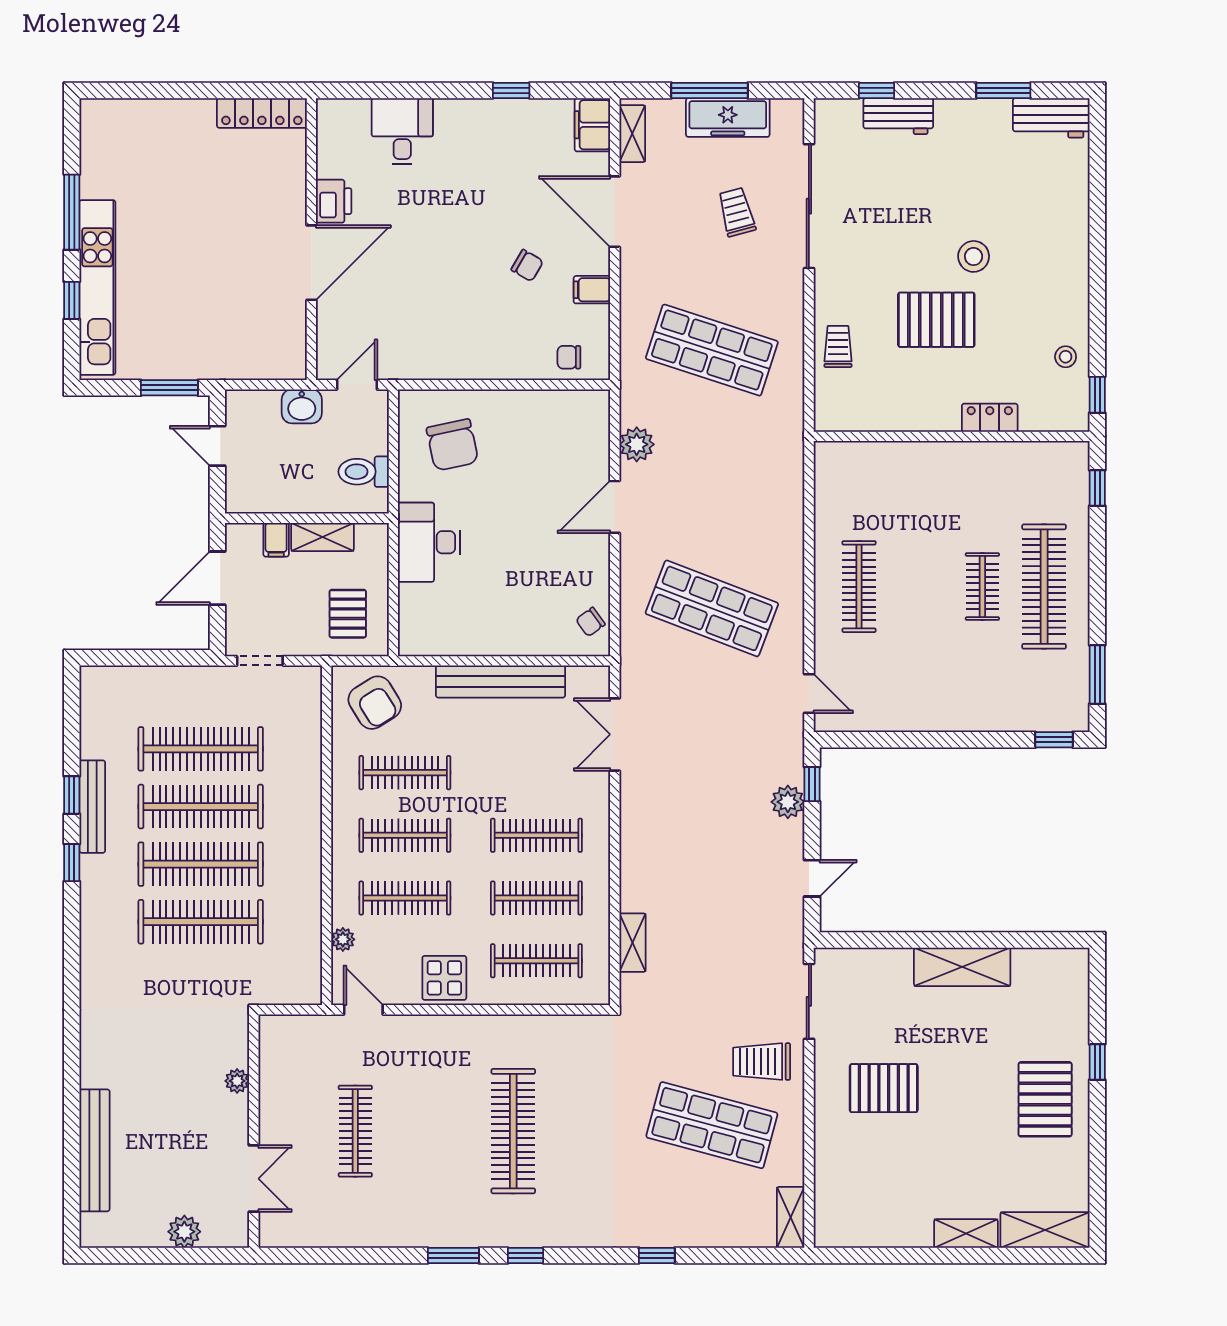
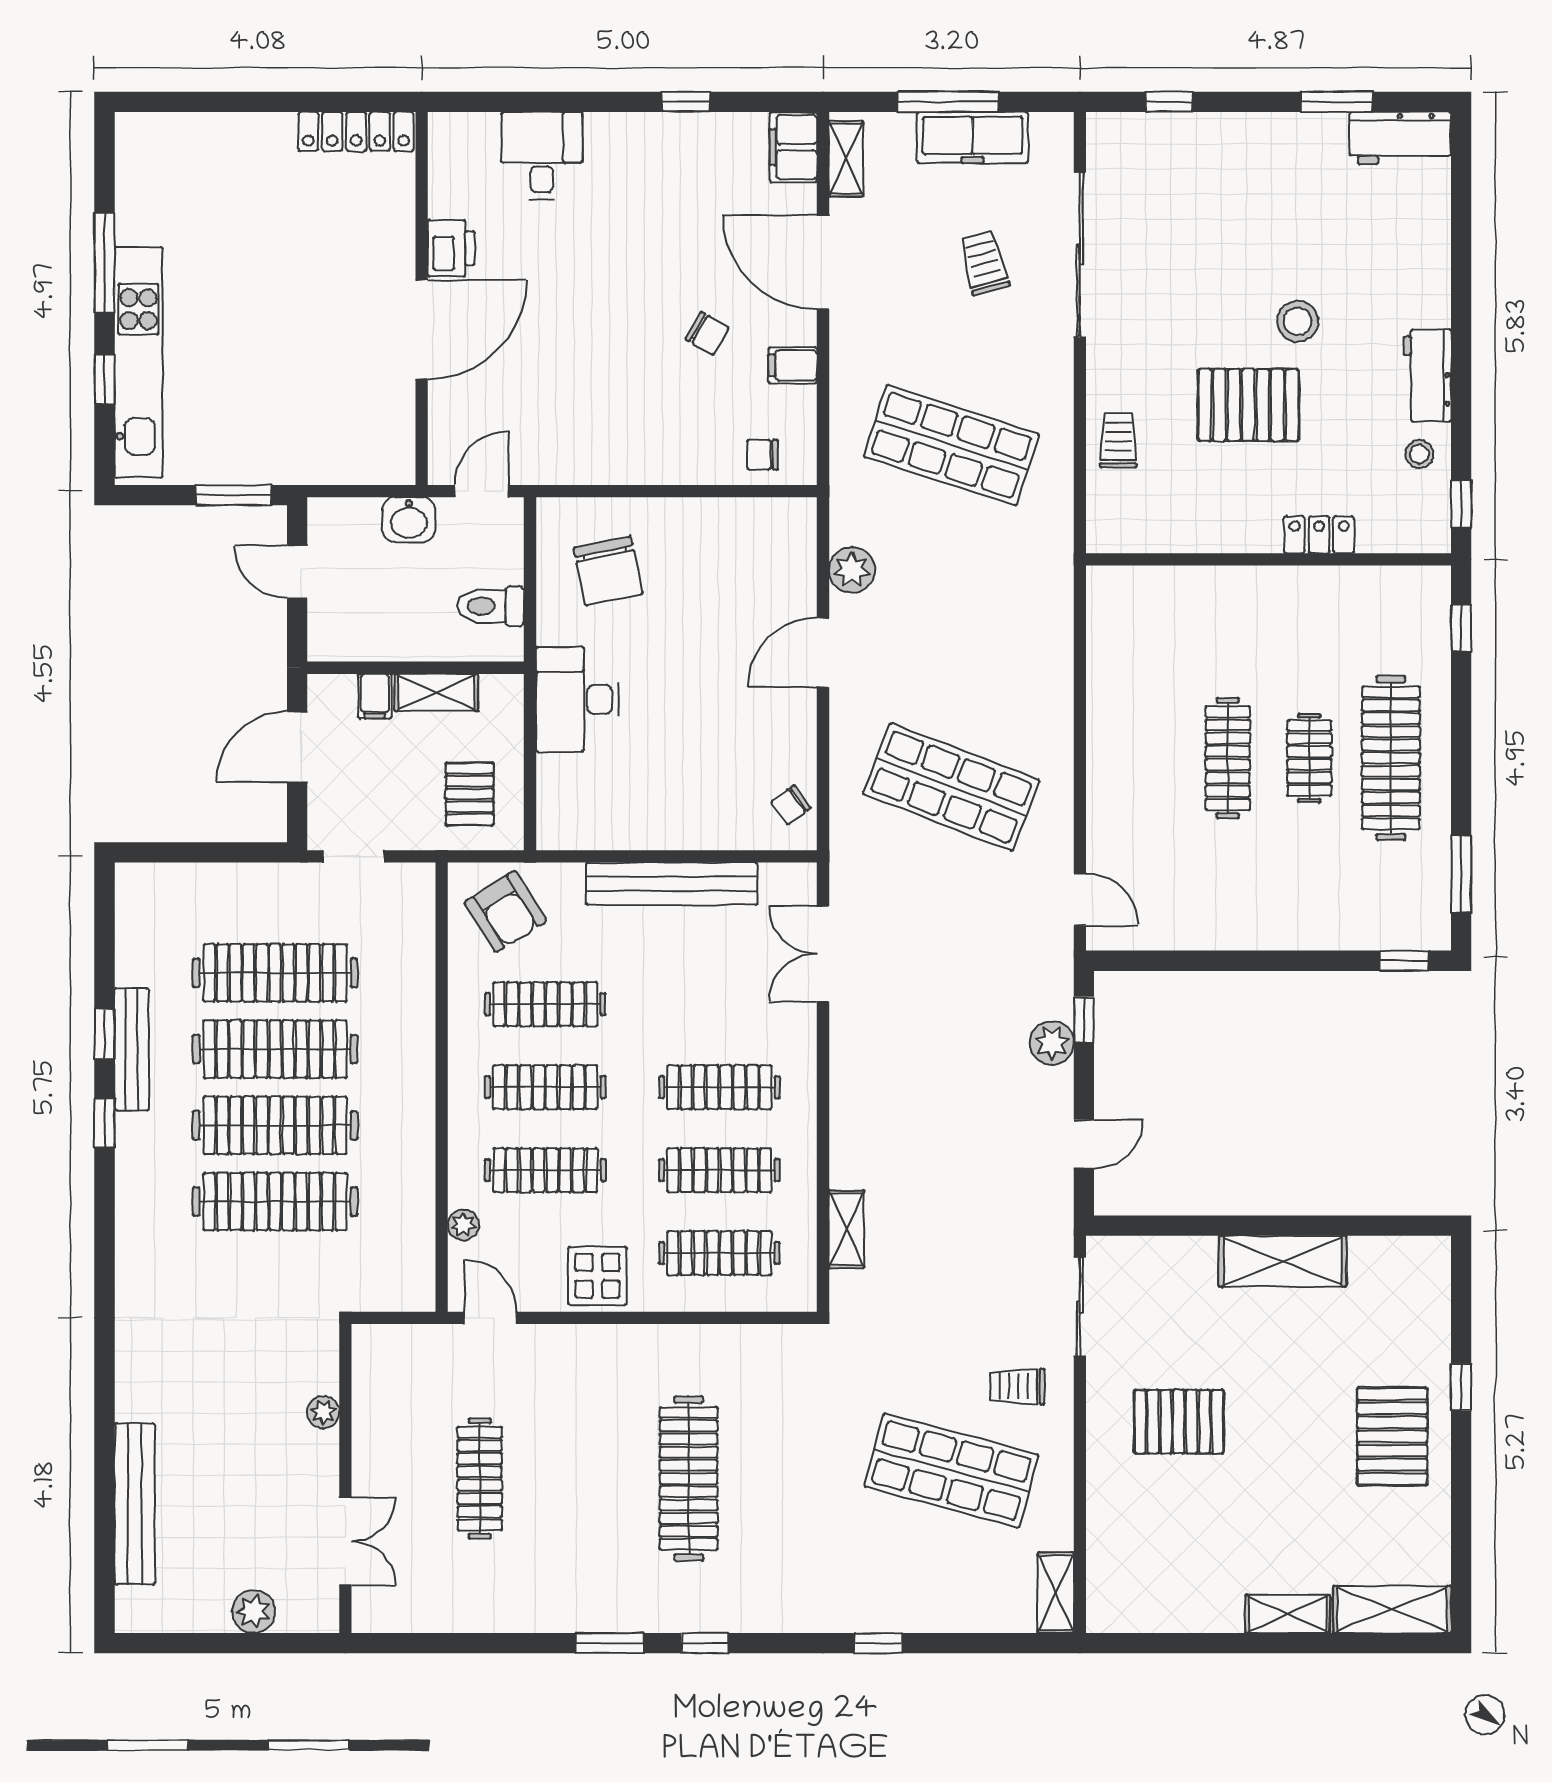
workbench: (898, 116) -> (1427, 375), moved, turned 90
clothes rail: (859, 587) -> (1228, 758), moved
trolley: (762, 1062) -> (1017, 1387), width x0.73, depth x0.72

